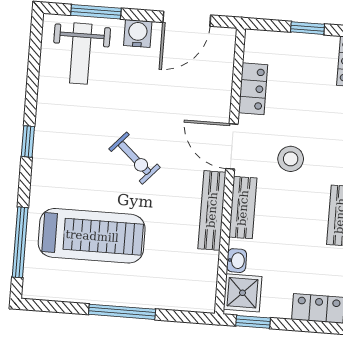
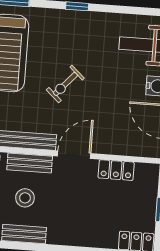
stool: (291, 159) -> (25, 198), moved

